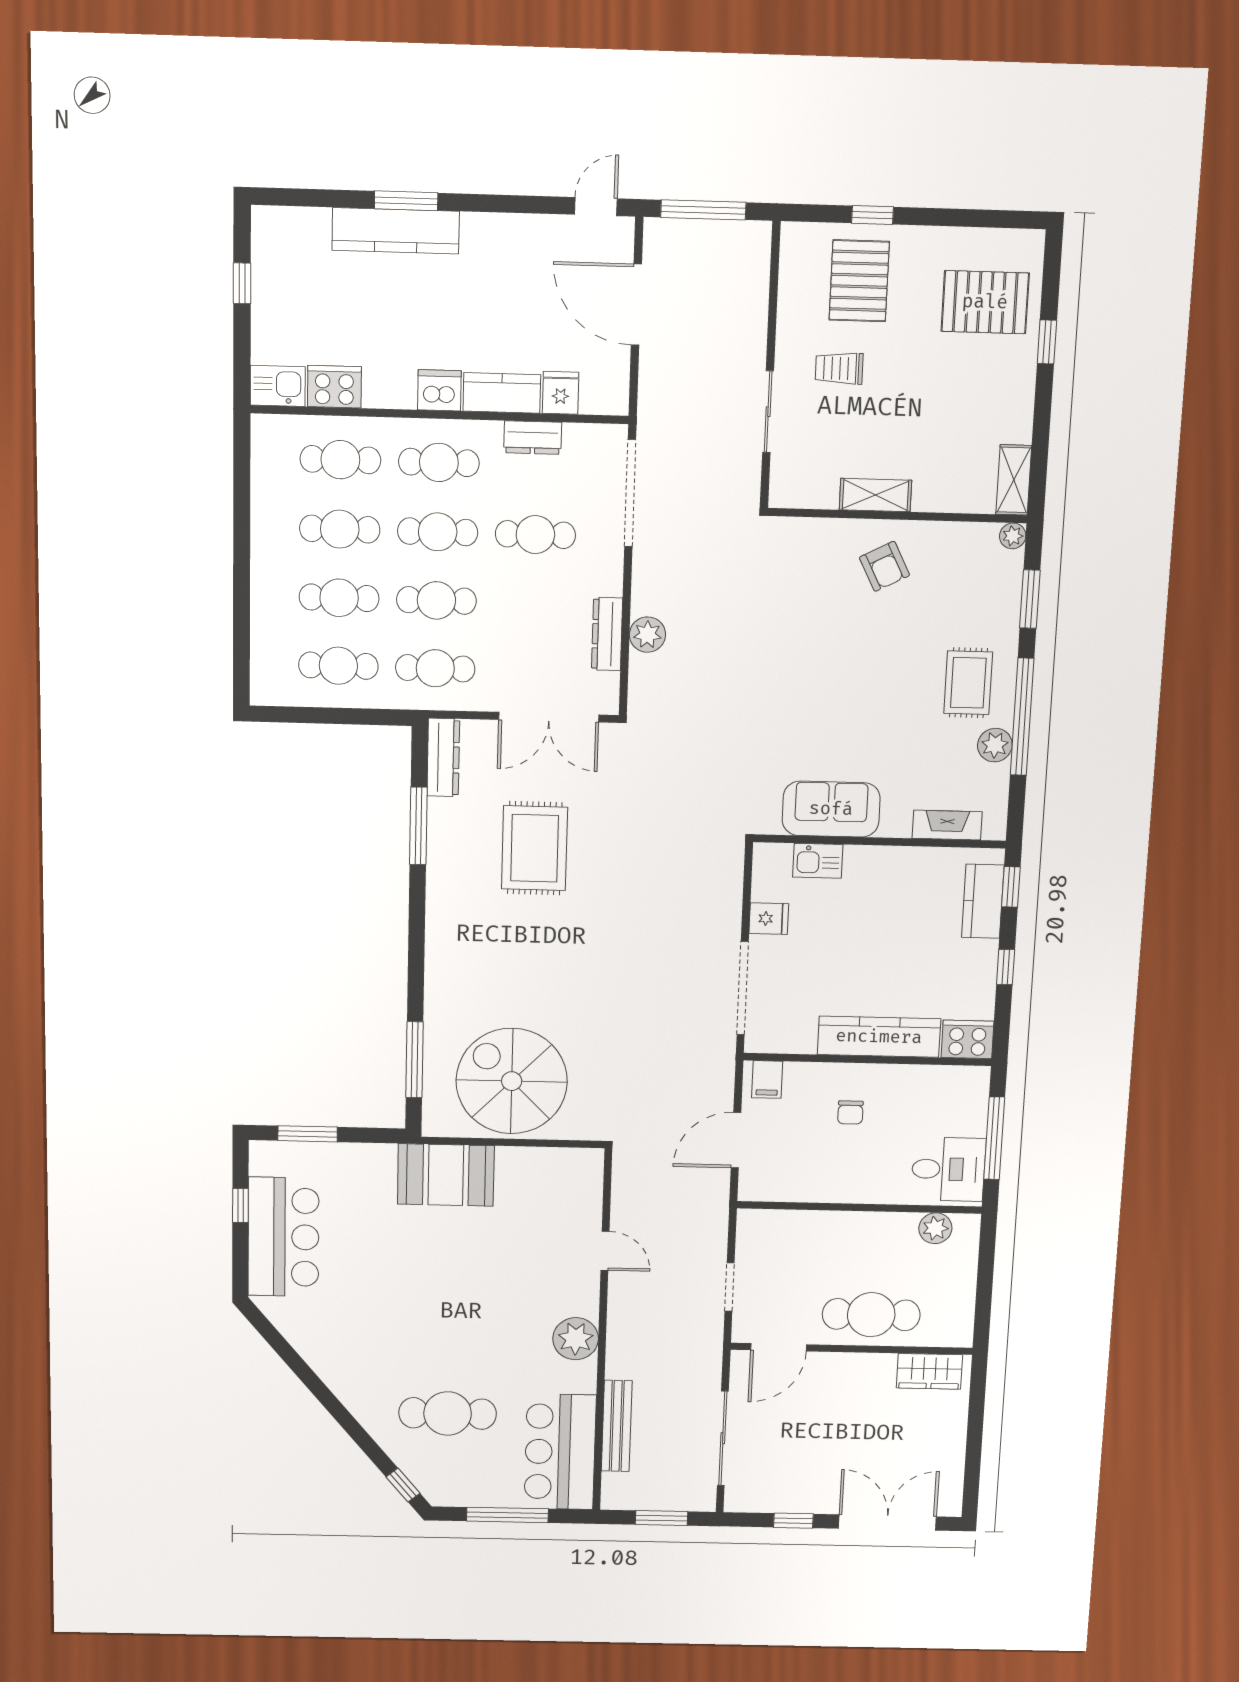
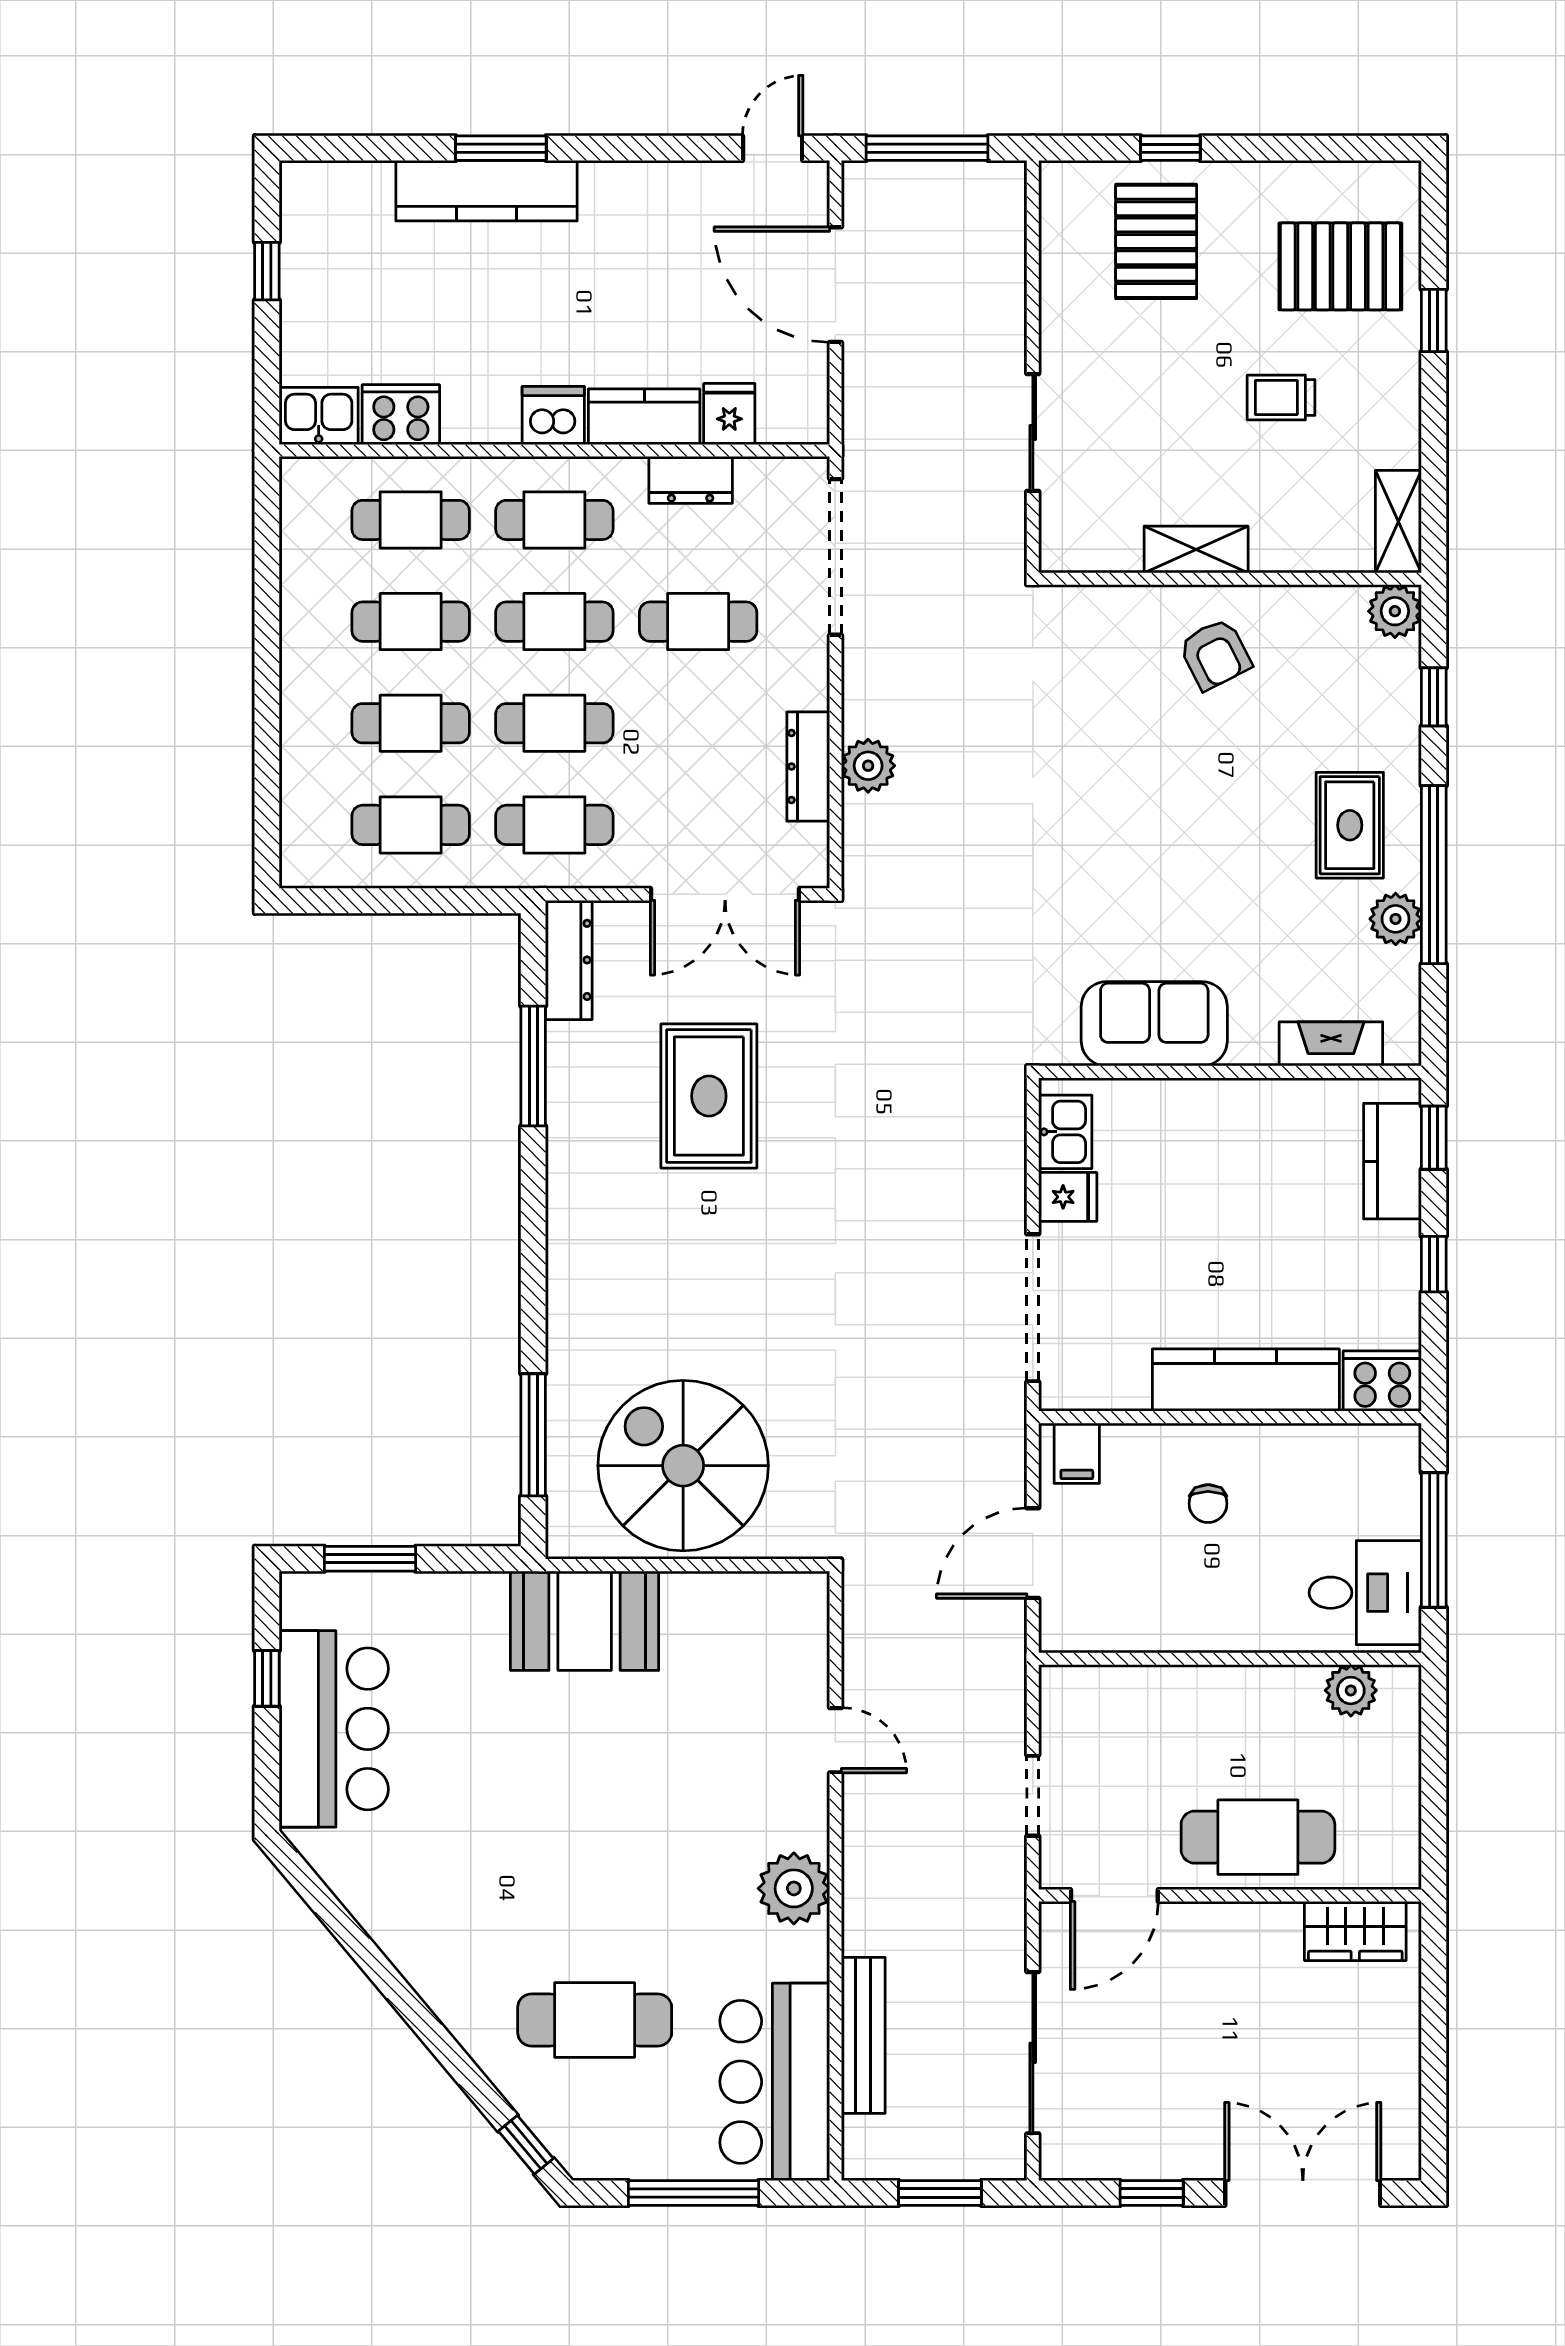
trolley: (839, 368) -> (1281, 398), moved
plant: (1013, 536) -> (1395, 611), width x1.38, depth x1.38
window: (1030, 599) -> (1434, 697), width x0.67
kitchen sink: (818, 861) -> (1065, 1132), moved, turned -90

